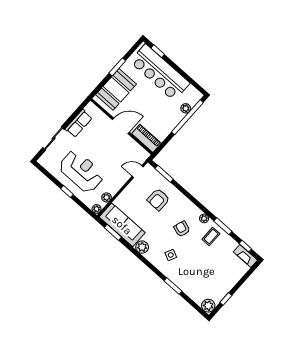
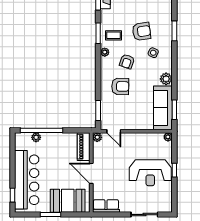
row of seats: (79, 123) -> (106, 206), moved
reception desk: (81, 171) -> (150, 173), turned -90
plant: (106, 197) -> (97, 137), moved
armchair: (158, 199) -> (120, 86), moved
armchair: (195, 260) -> (142, 31), added

